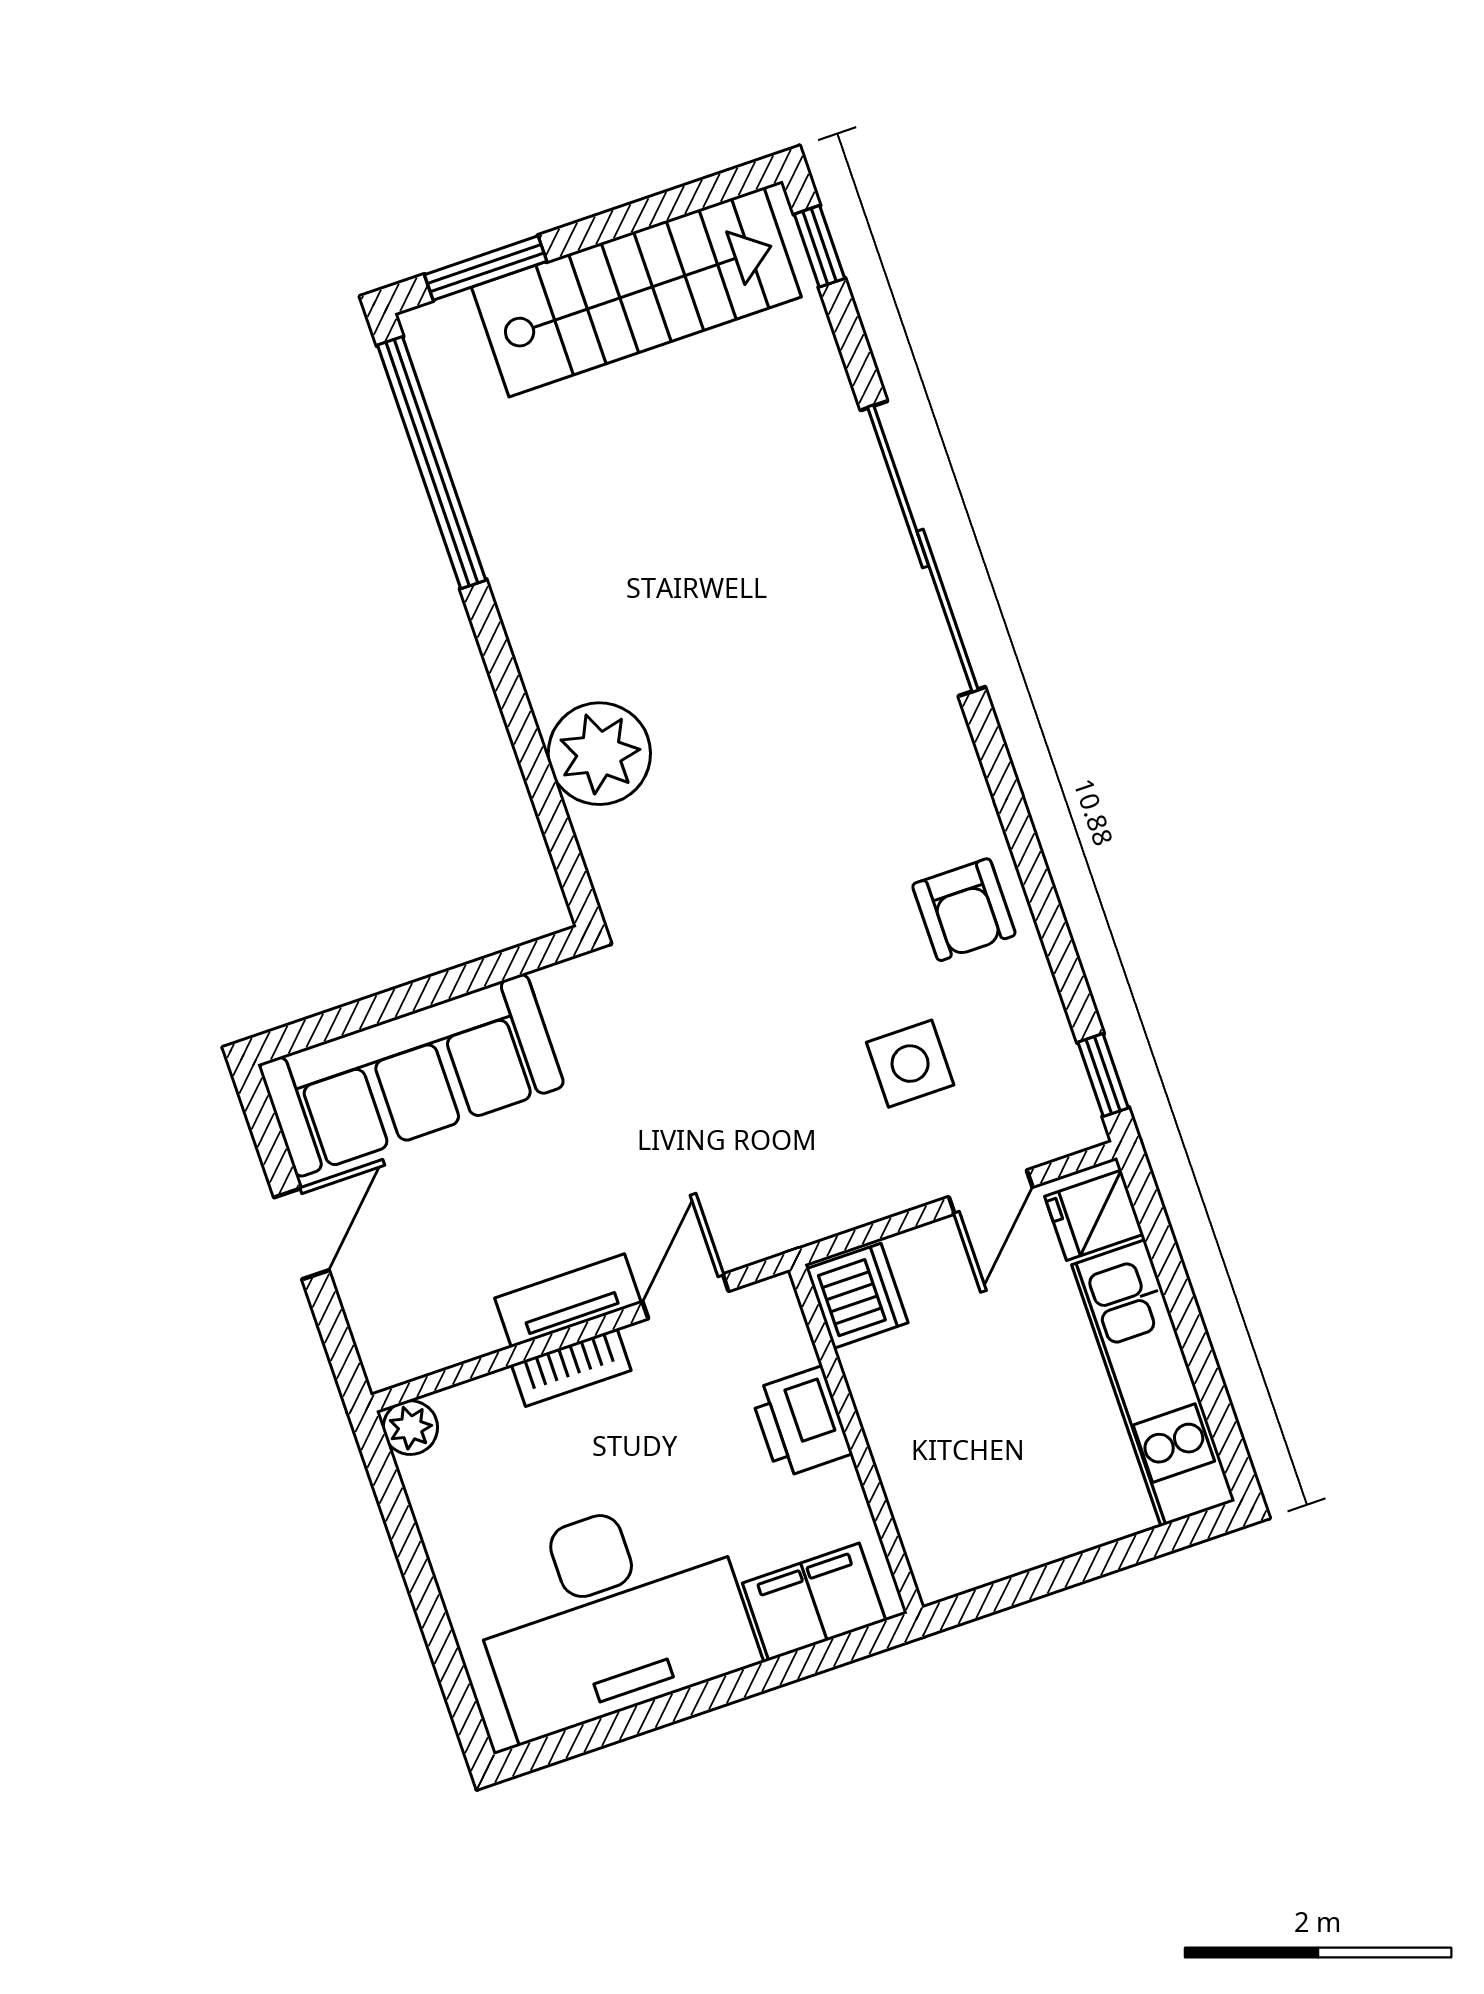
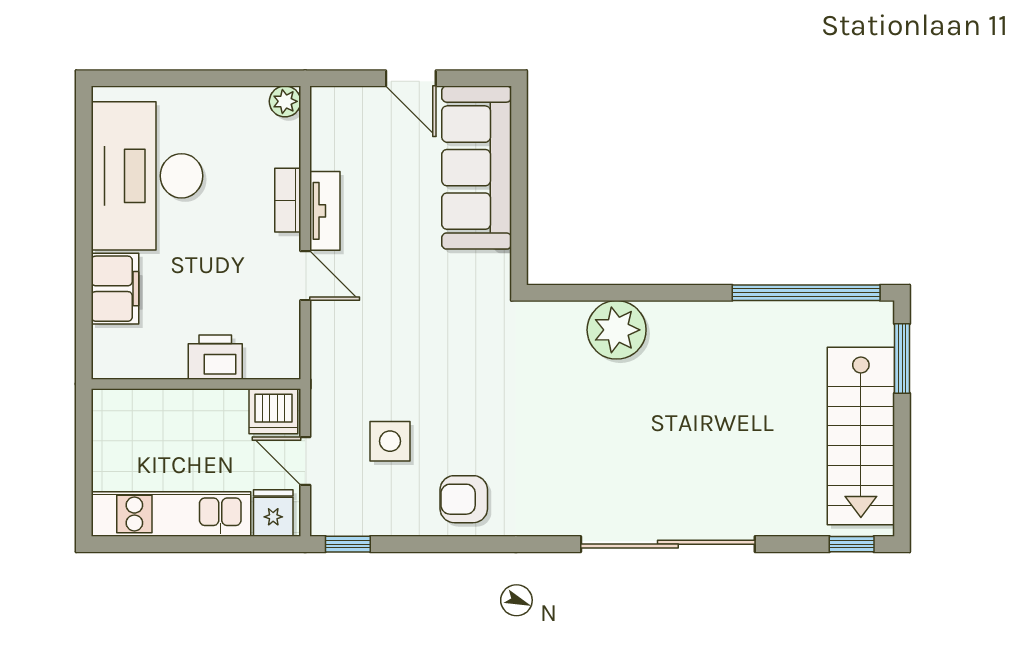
dishwasher: (857, 1296) -> (273, 411), moved
printer: (801, 1422) -> (215, 357), moved
wall: (856, 1439) -> (196, 384), moved

